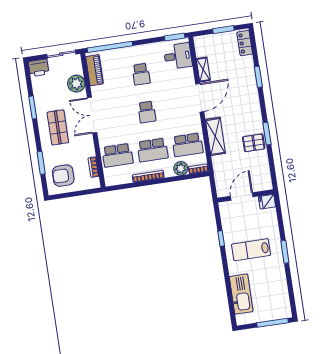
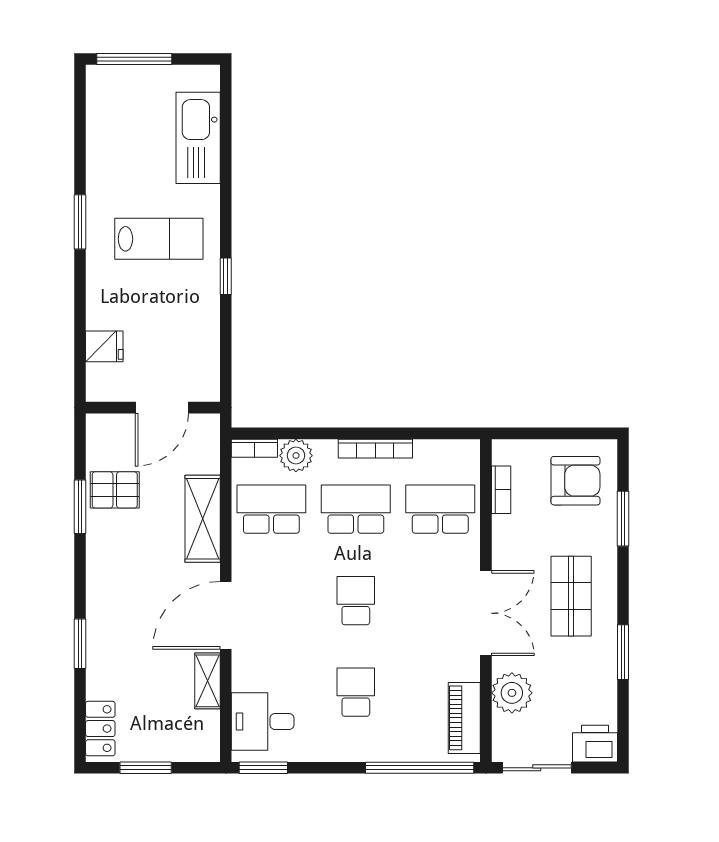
wall: (246, 196) -> (153, 408), moved
door: (242, 197) -> (162, 408), moved

